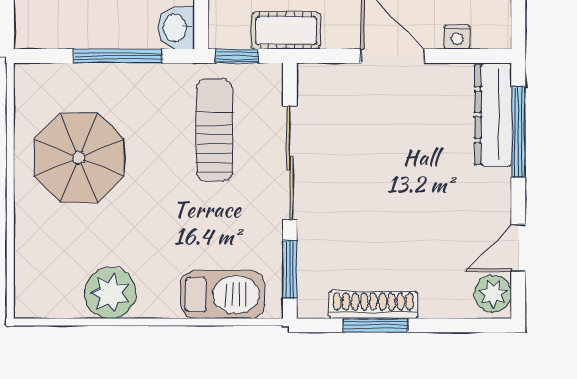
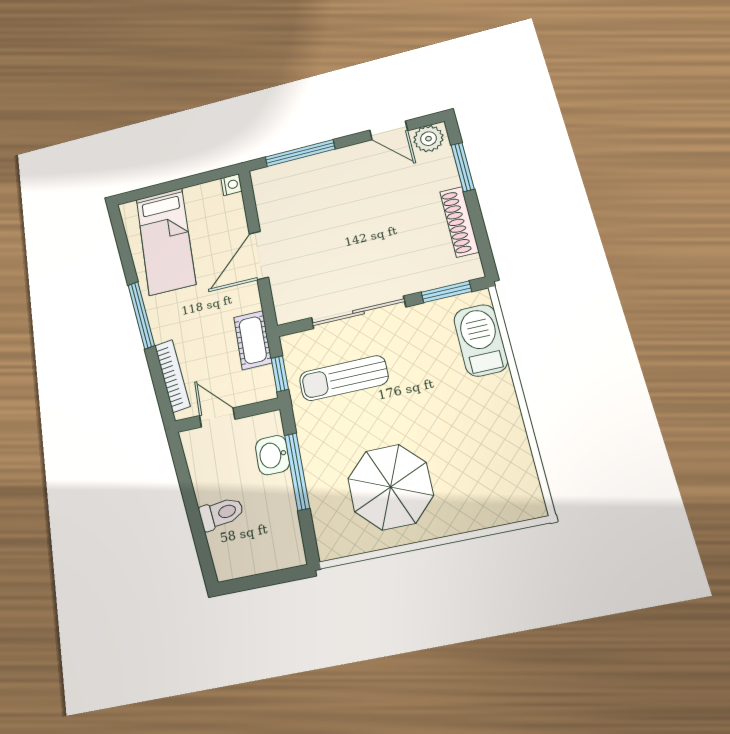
washbasin: (176, 28) -> (272, 455), moved, turned 90
nightstand: (457, 37) -> (231, 185), moved
dresser: (493, 115) -> (290, 174), removed
plant: (110, 293) -> (503, 434), removed
window: (375, 325) -> (463, 167), moved

